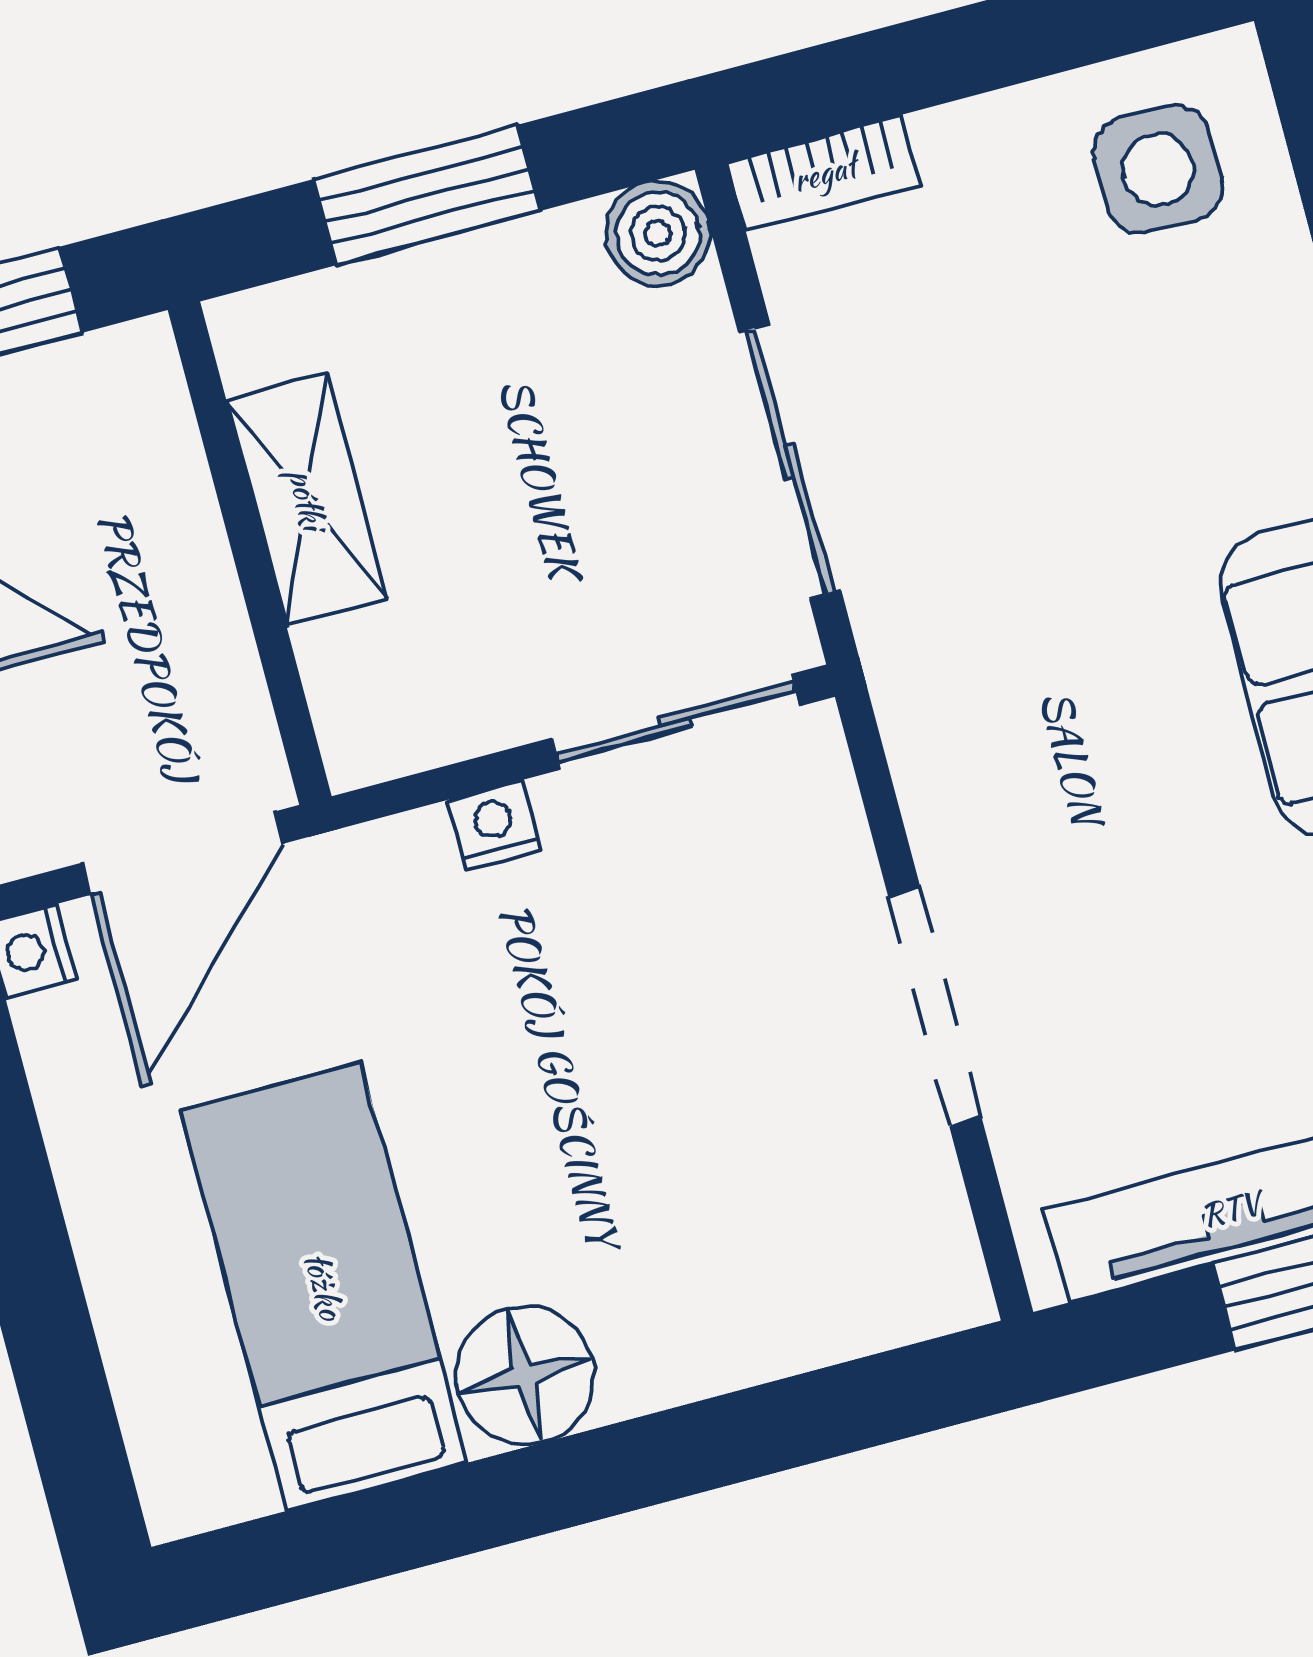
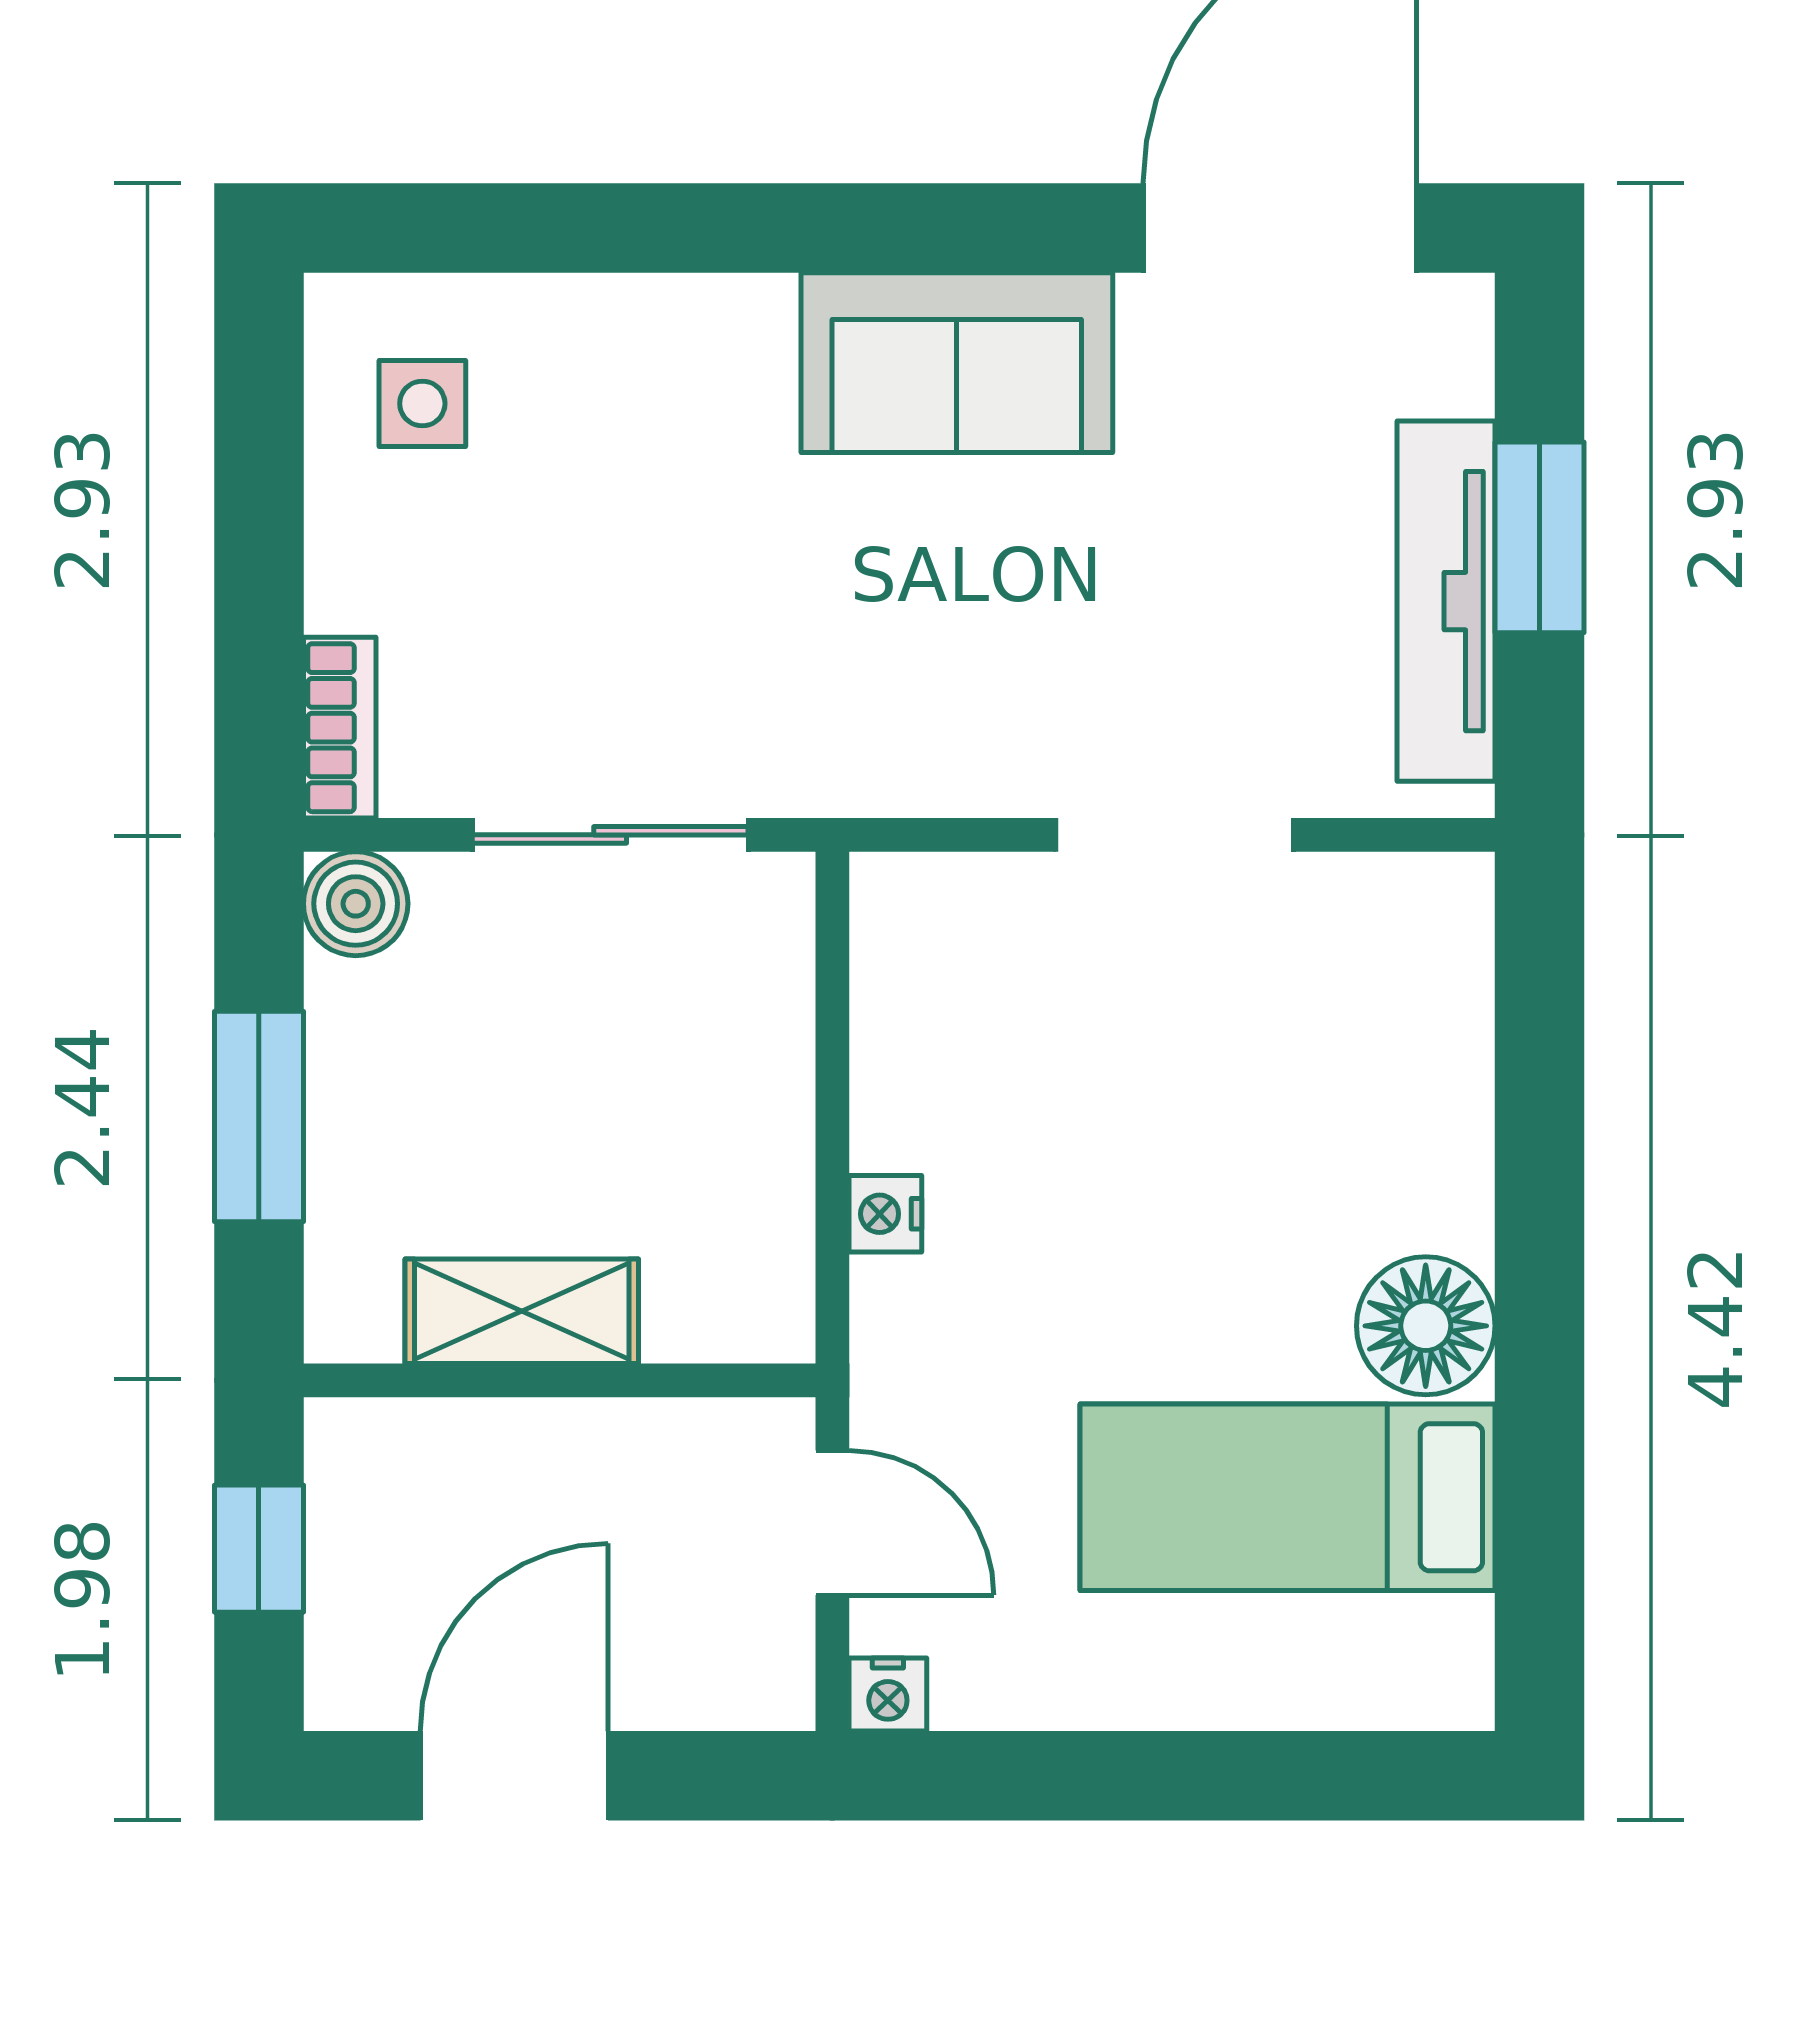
side table: (1158, 169) -> (422, 404), width x0.73, depth x0.73
sliding door: (676, 722) -> (832, 1012), removed
door: (182, 853) -> (832, 1523), width x0.73

